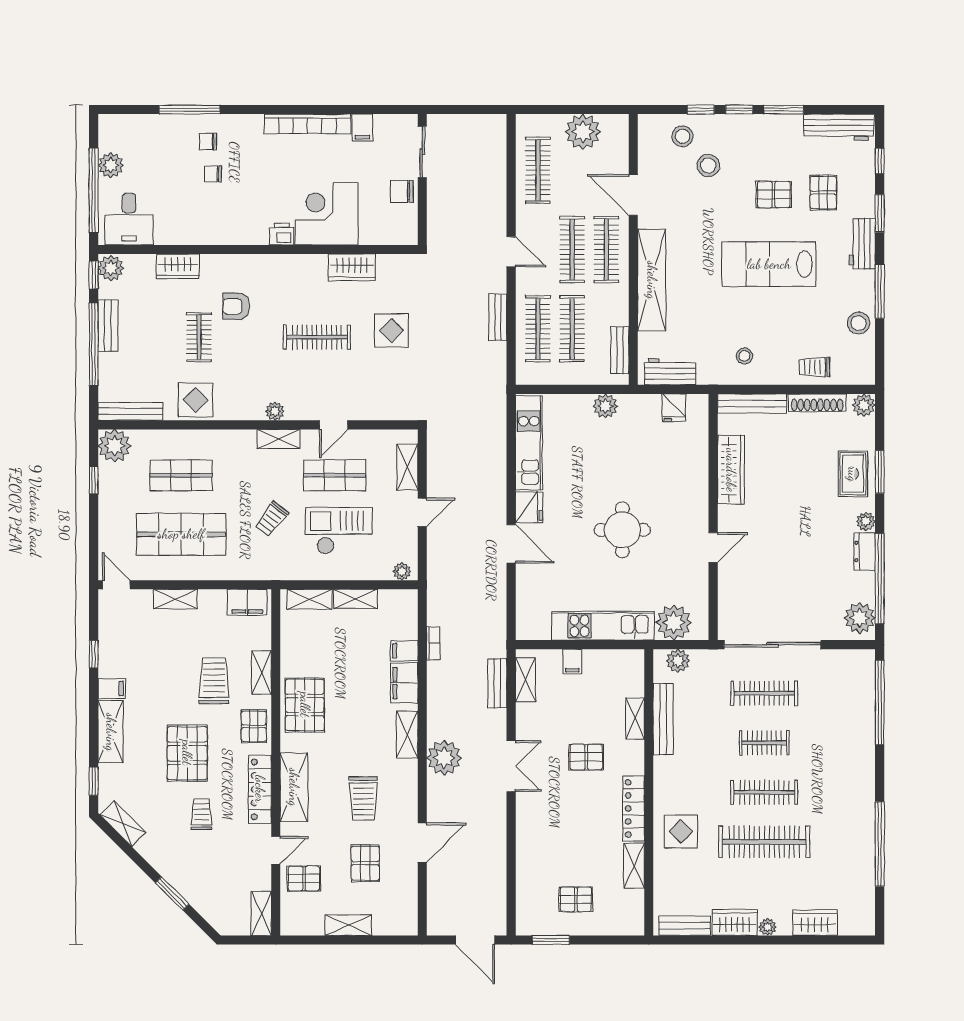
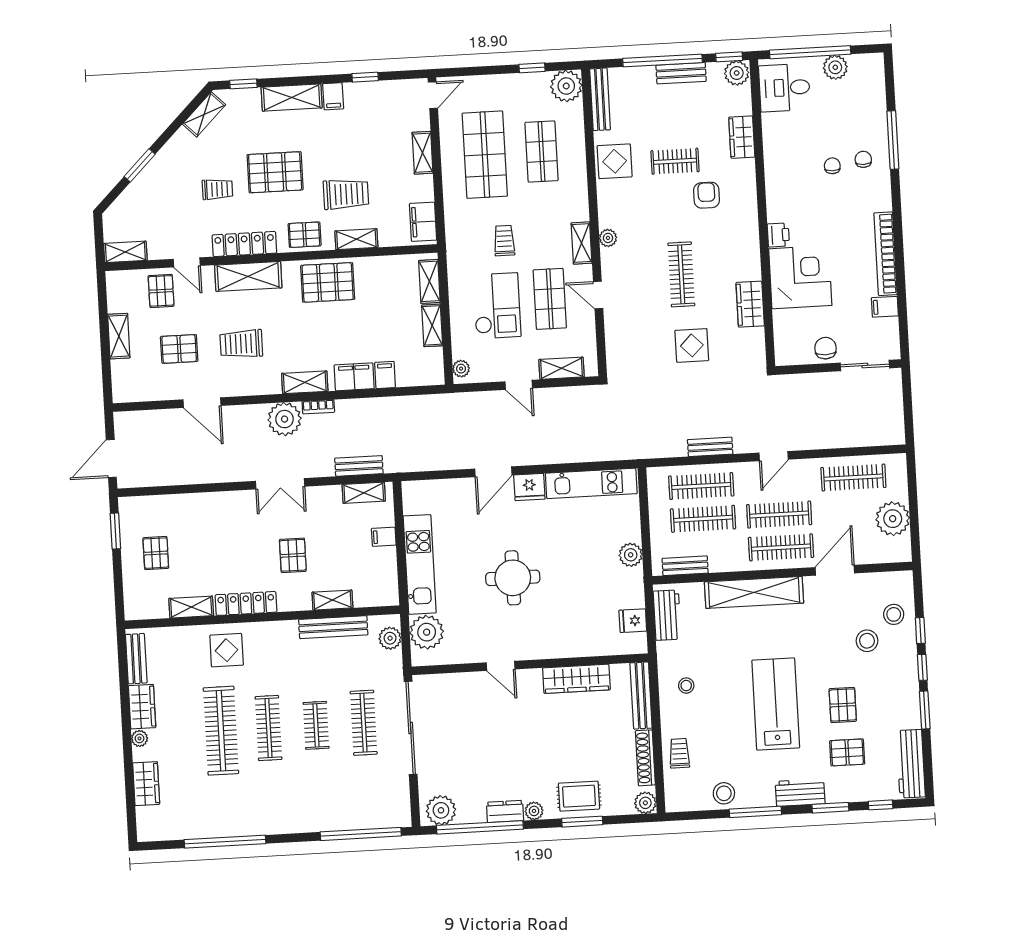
trolley: (272, 519) -> (504, 241), turned 52
bookcase: (433, 643) -> (318, 407), moved

